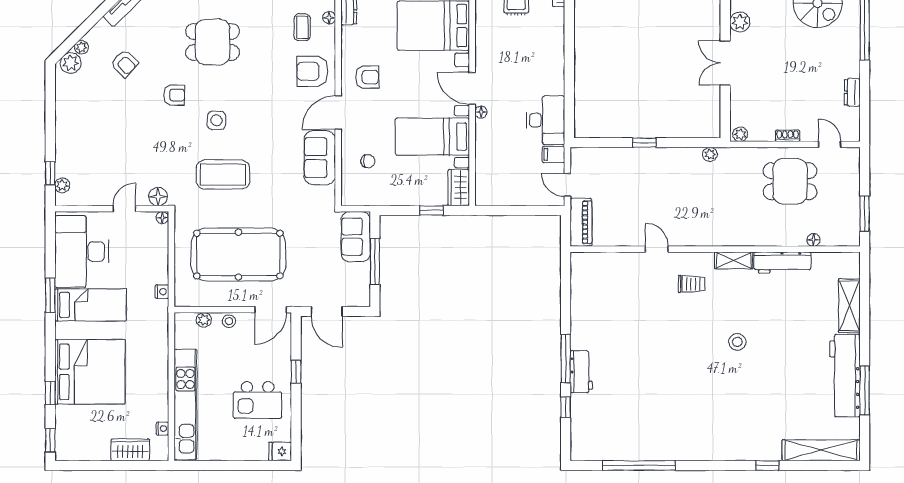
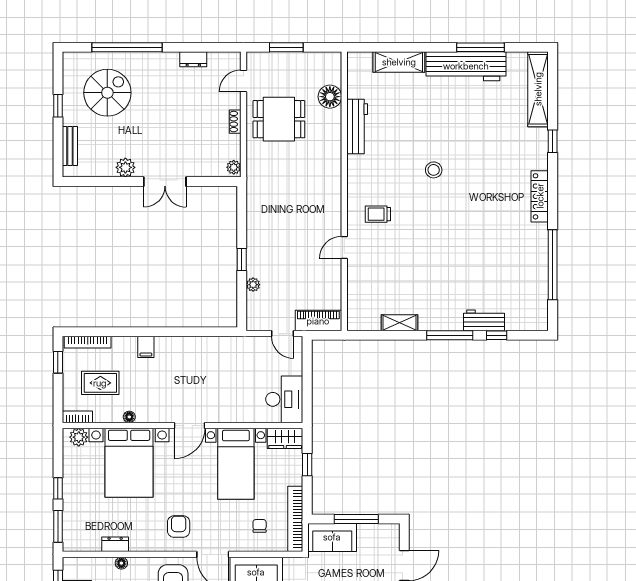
floor lamp: (481, 112) -> (129, 417), moved
desk: (546, 120) -> (284, 399), moved, turned 90
filing cabinet: (554, 154) -> (146, 347), moved
plant: (710, 154) -> (253, 285), moved
dining table: (790, 181) -> (279, 119), turned 90
door: (567, 185) -> (282, 334), hinge flipped
bookcase: (375, 198) -> (295, 519), added
window: (865, 214) -> (286, 47), moved
floor lamp: (813, 240) -> (330, 97), width x1.89, depth x1.89
shelving: (734, 260) -> (399, 323), moved, turned 90
trolley: (691, 284) -> (378, 214), turned -90
workbench: (581, 372) -> (484, 320), moved
locker: (710, 452) -> (540, 196), added

